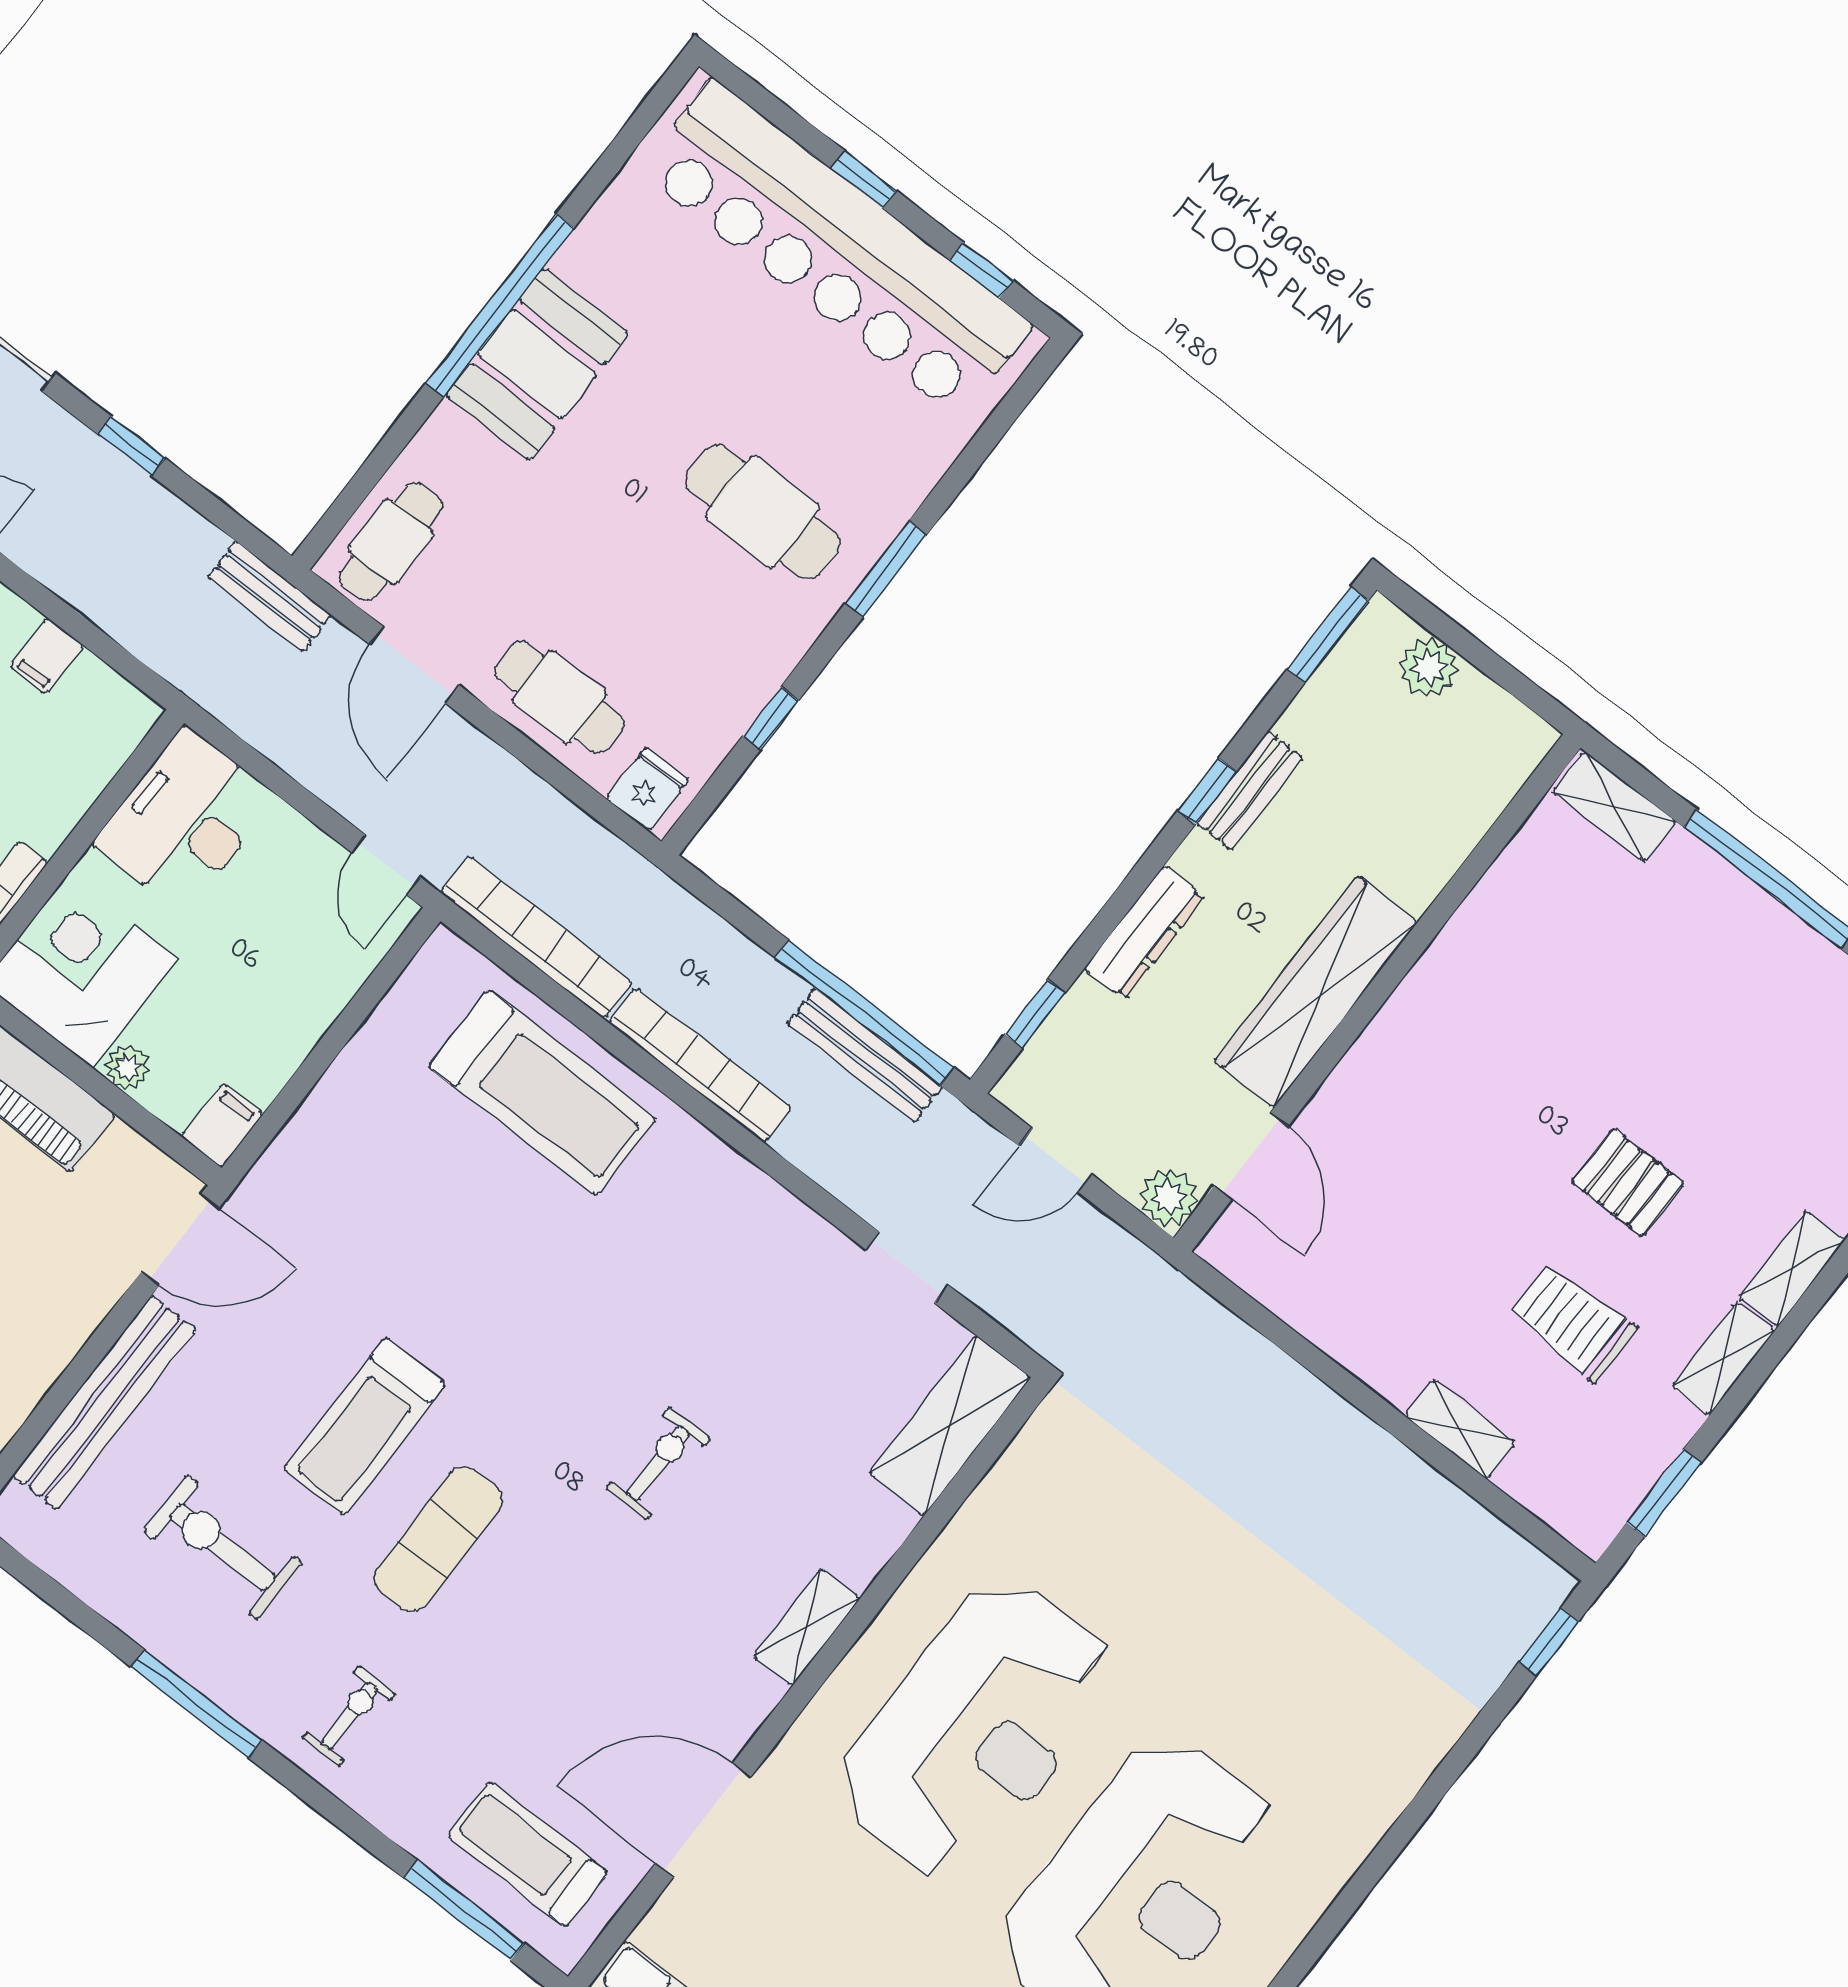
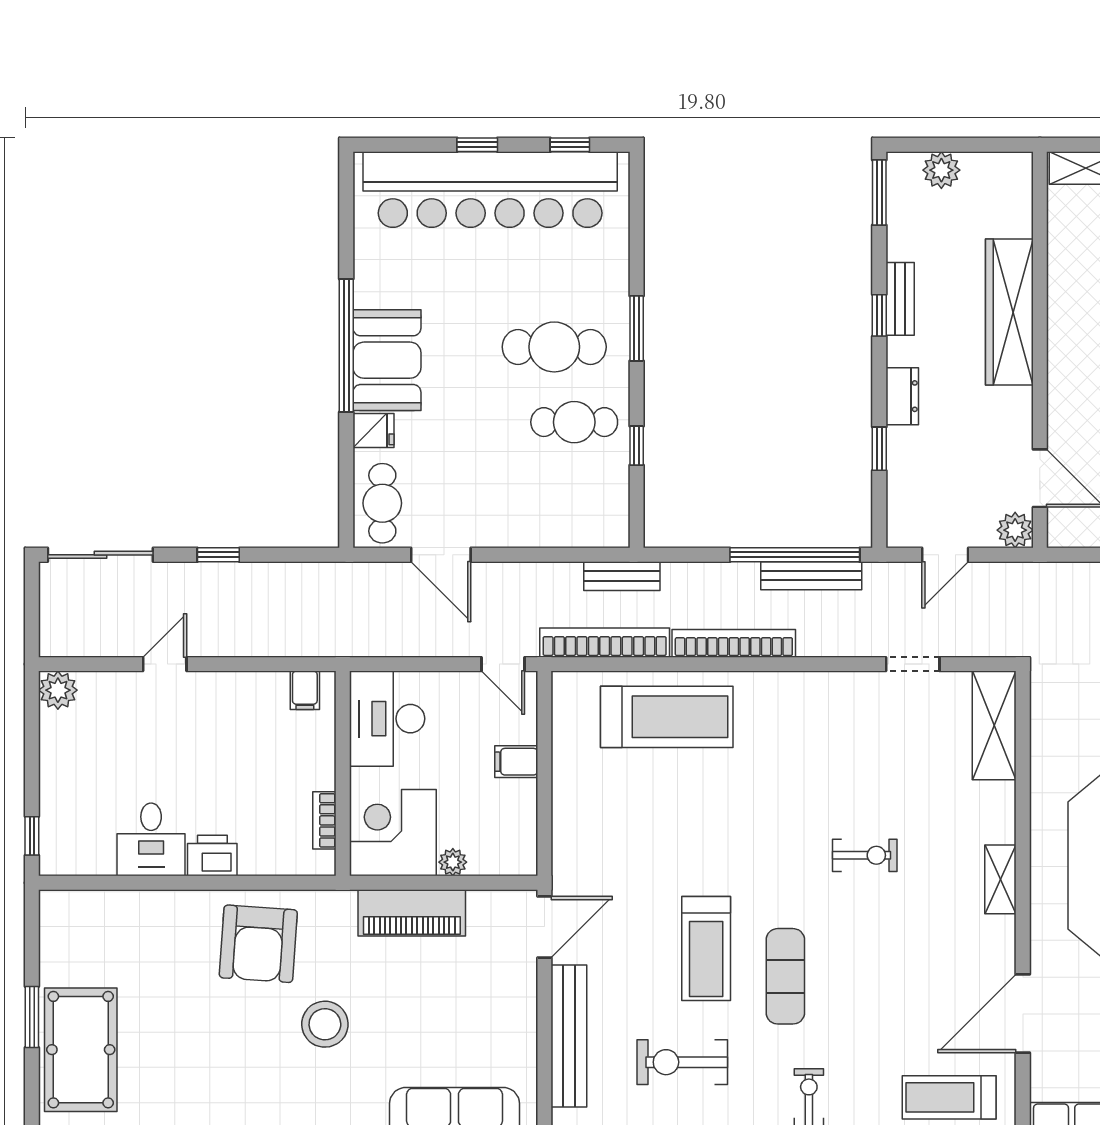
bench: (270, 596) -> (622, 576), moved
filing cabinet: (47, 656) -> (305, 690), moved
cafe table: (559, 697) -> (574, 422), moved
fridge: (647, 789) -> (374, 430), moved, turned 90
dresser: (1144, 932) -> (902, 396), width x0.70
wardrobe: (1316, 992) -> (1009, 312), moved
window: (1035, 1014) -> (879, 449), moved
filing cabinet: (222, 1125) -> (516, 762), moved, turned -90
exercise bike: (658, 1463) -> (865, 855), turned 90

